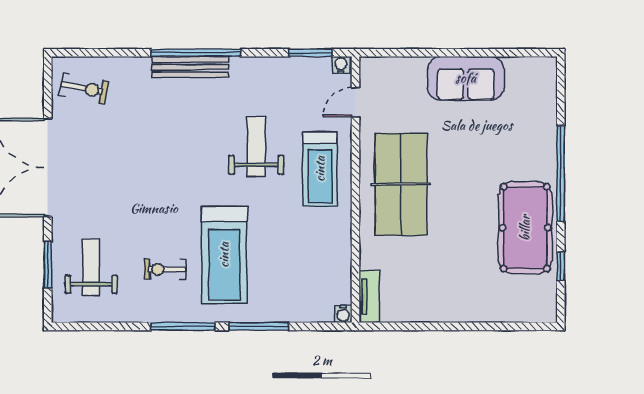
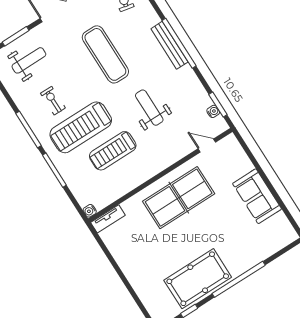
water cooler: (341, 65) -> (213, 111), moved
weight bench: (256, 147) -> (149, 108), turned -90
exercise mat: (148, 160) -> (105, 54), added
treadmill: (320, 169) -> (113, 151), moved

